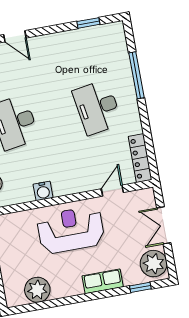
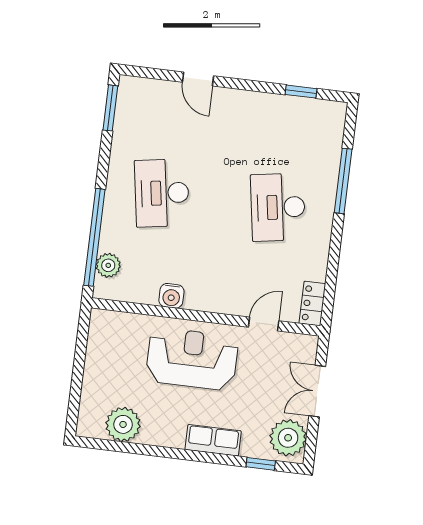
locker: (140, 158) -> (312, 303), width x0.66

